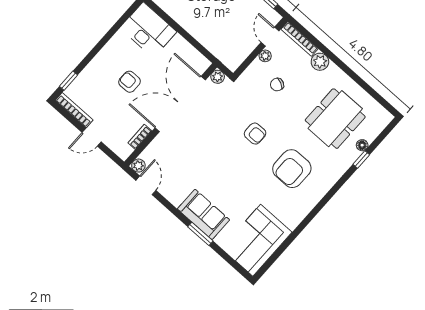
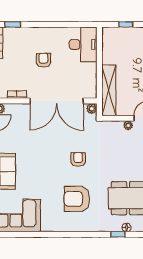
shelving: (215, 45) -> (109, 90), added
chair: (277, 85) -> (118, 147), removed
double door: (180, 104) -> (57, 101), swing flipped
armchair: (255, 134) -> (78, 160), turned 180

